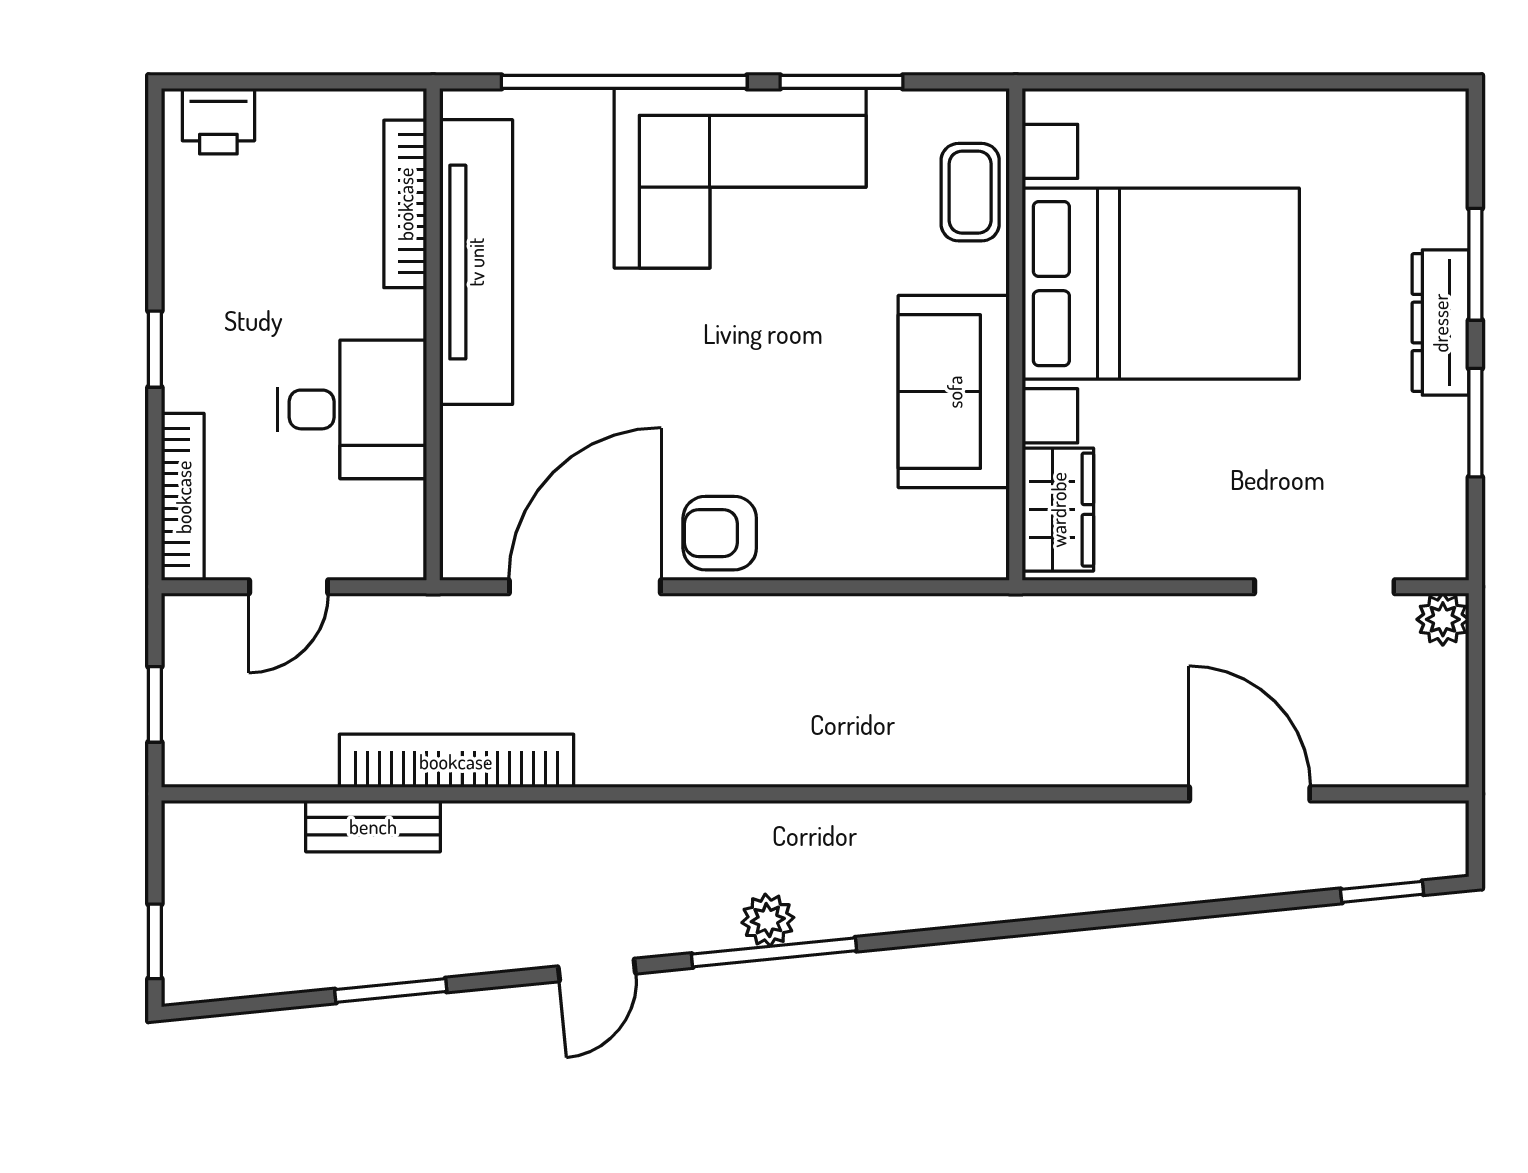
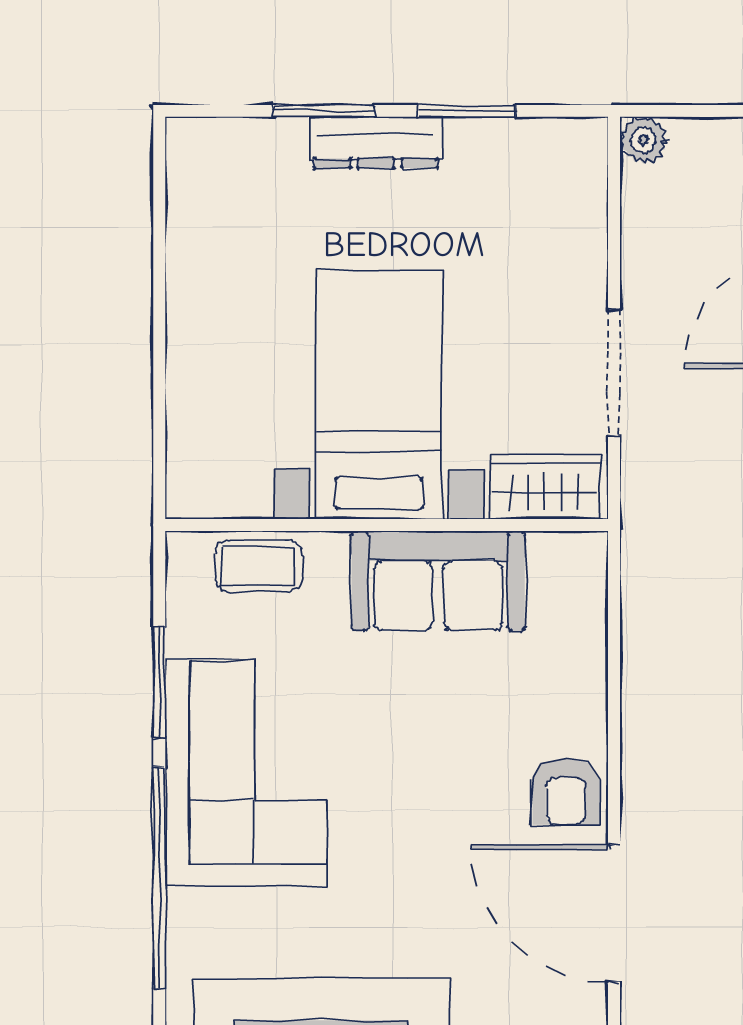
bed with nightstands: (1161, 284) -> (379, 394), width x0.73
doorway: (1324, 587) -> (614, 372), moved

